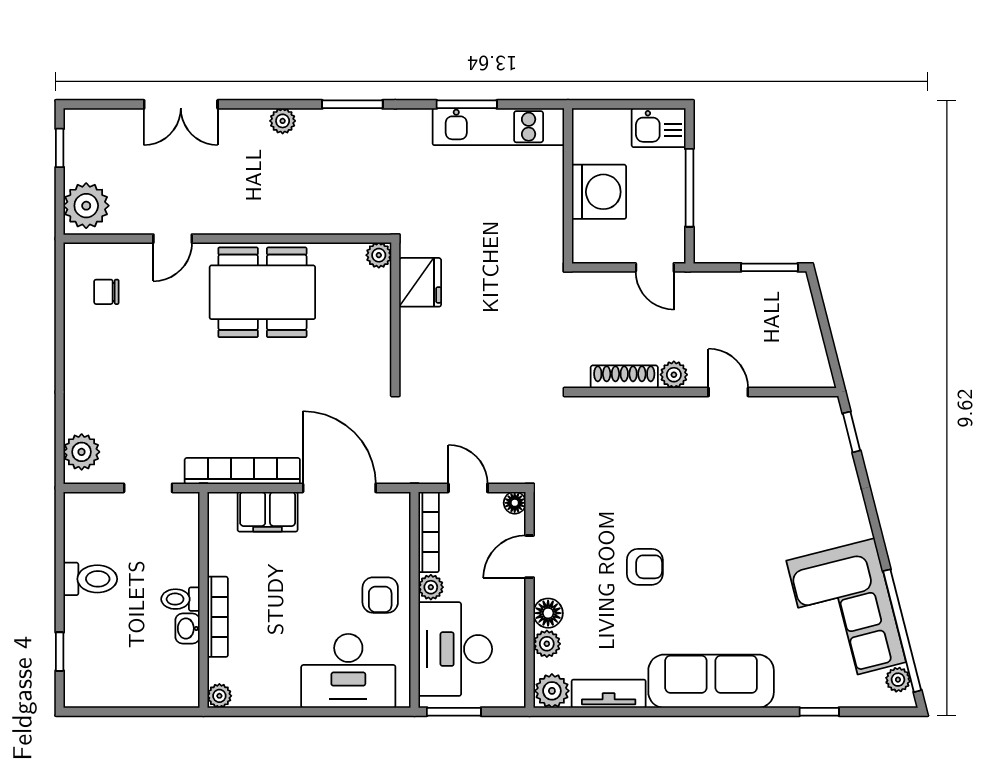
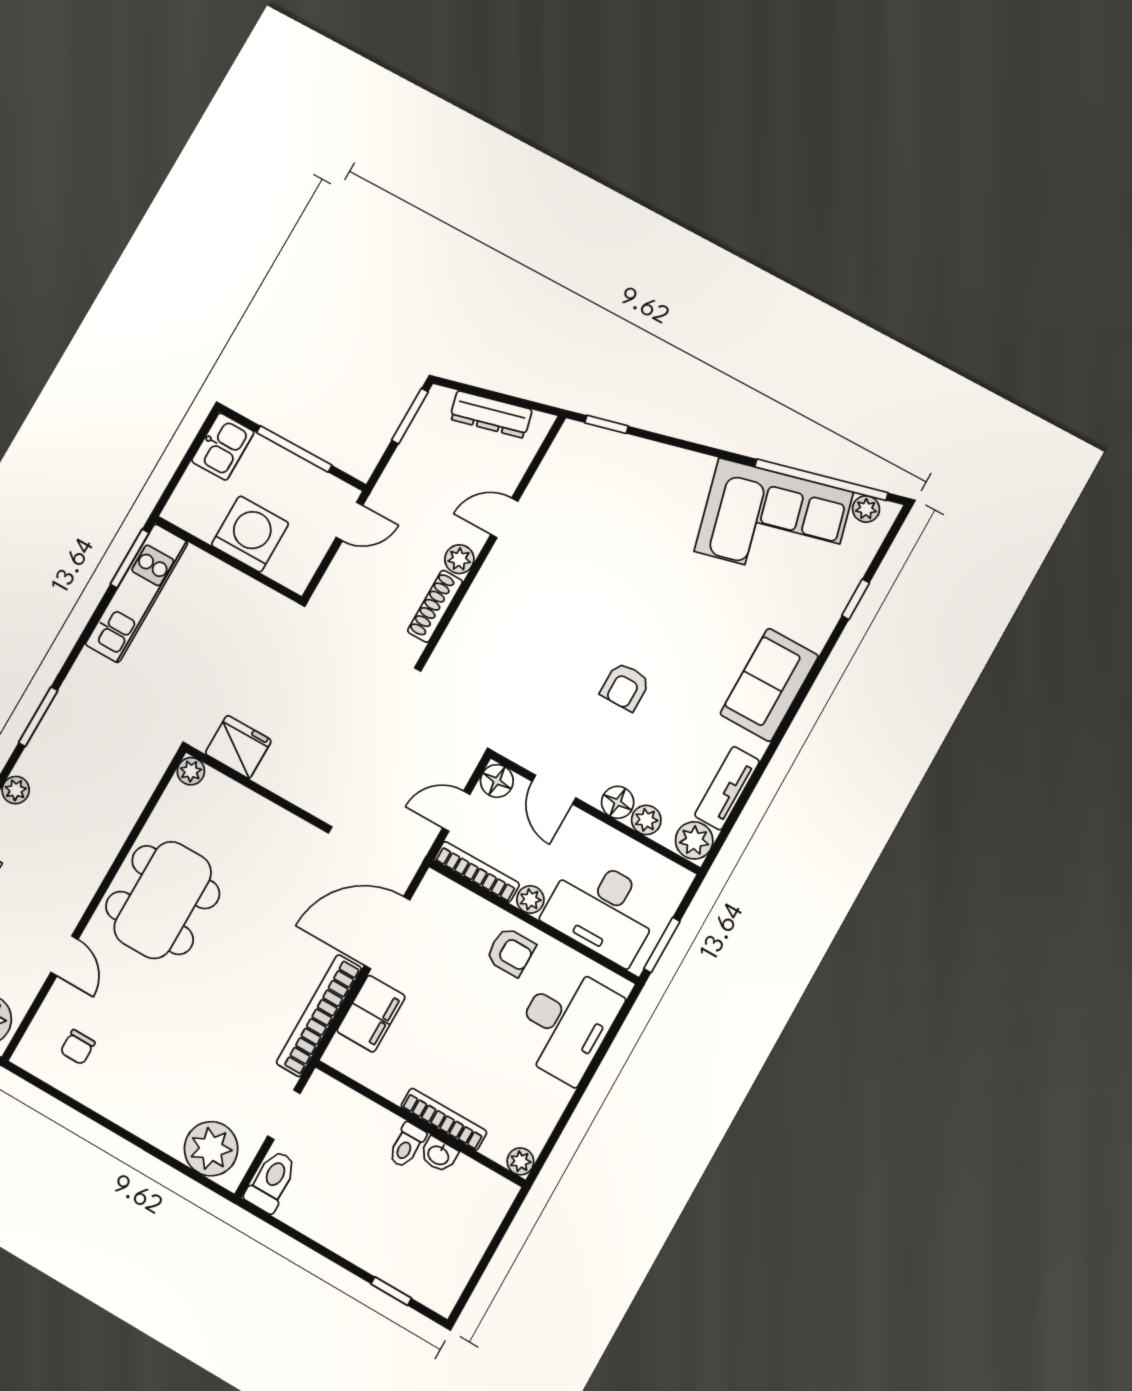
window: (467, 104) -> (130, 558), moved
dresser: (808, 333) -> (491, 414), added
plant: (82, 452) -> (211, 1149), width x1.36, depth x1.36
floor lamp: (515, 503) -> (497, 781), width x1.37, depth x1.37
armchair: (645, 567) -> (625, 687), turned 180
toilet: (90, 579) -> (271, 1181), moved
sofa: (711, 681) -> (769, 685), width x0.73

